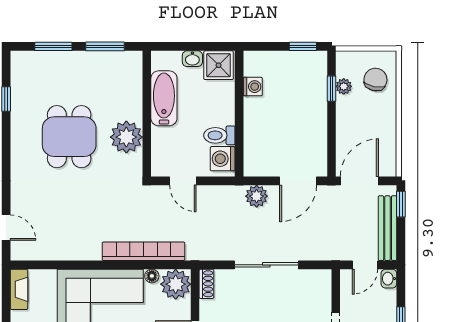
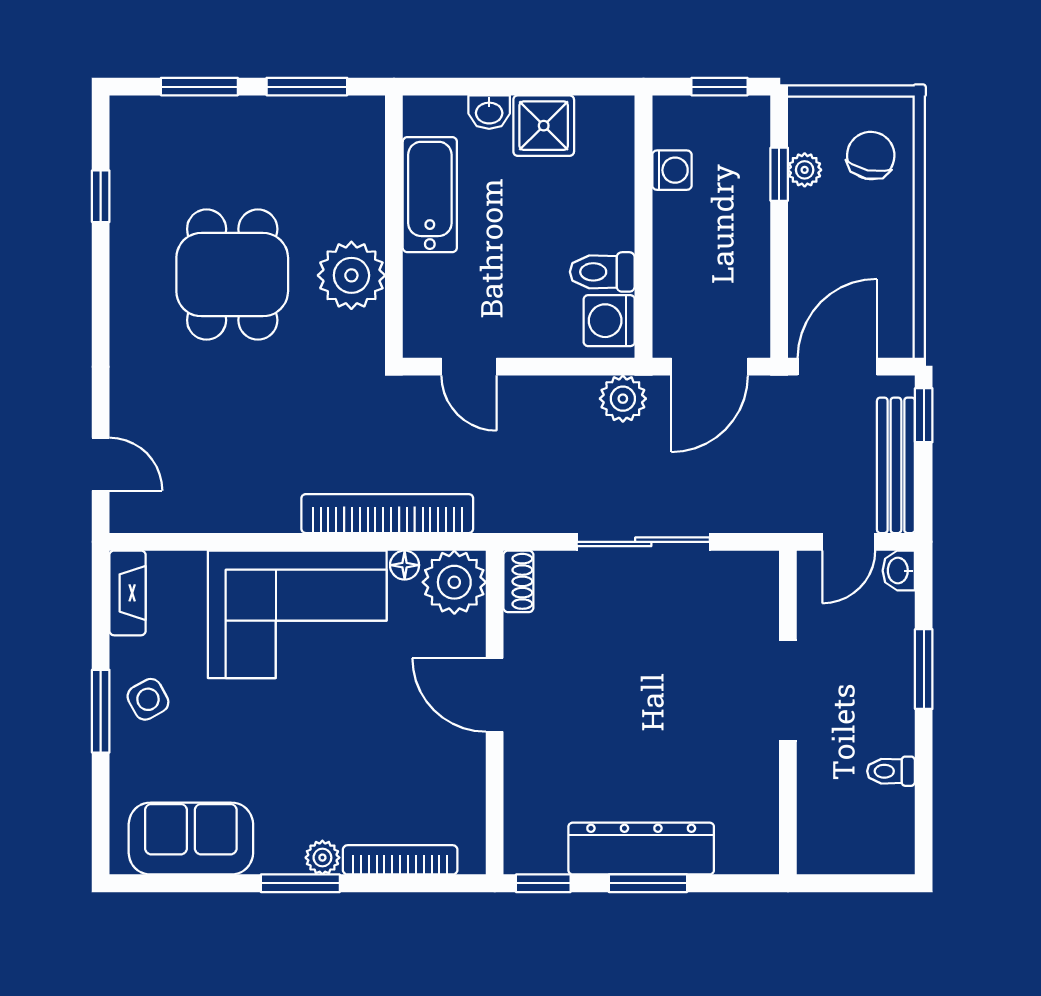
washing machine: (253, 87) -> (672, 170), moved
wall: (239, 114) -> (643, 227), moved
toilet: (219, 135) -> (602, 272), moved
washing machine: (223, 159) -> (609, 321), moved

